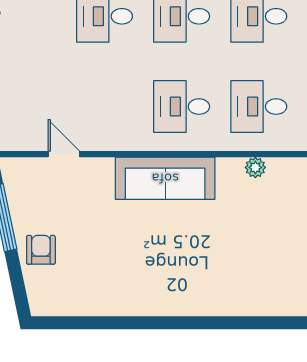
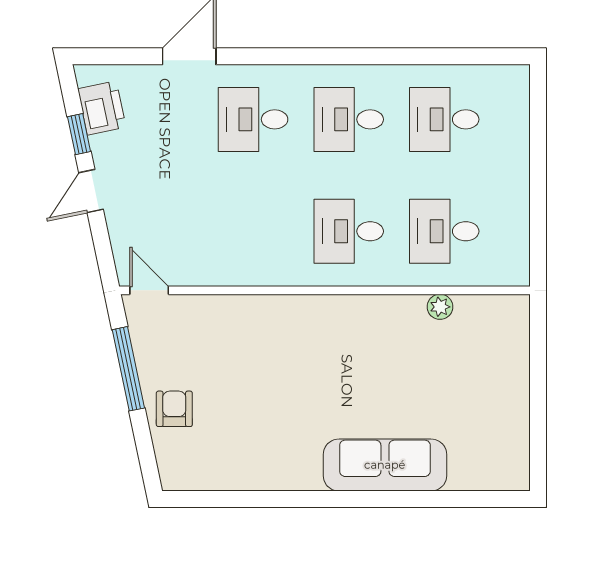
door: (64, 154) -> (149, 290), moved
sofa: (165, 178) -> (385, 465), moved, turned 180

